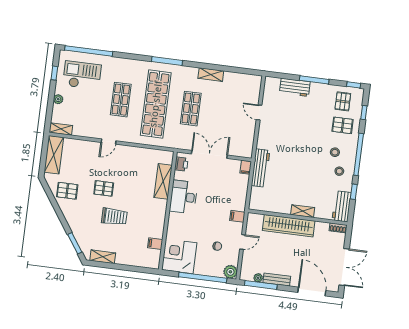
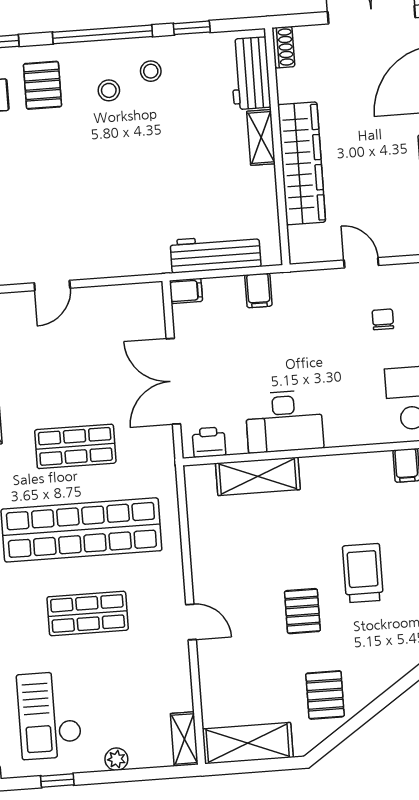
workbench: (261, 168) -> (215, 253), moved
workbench: (342, 206) -> (250, 73), moved, turned 90
filing cabinet: (237, 216) -> (258, 290), moved

